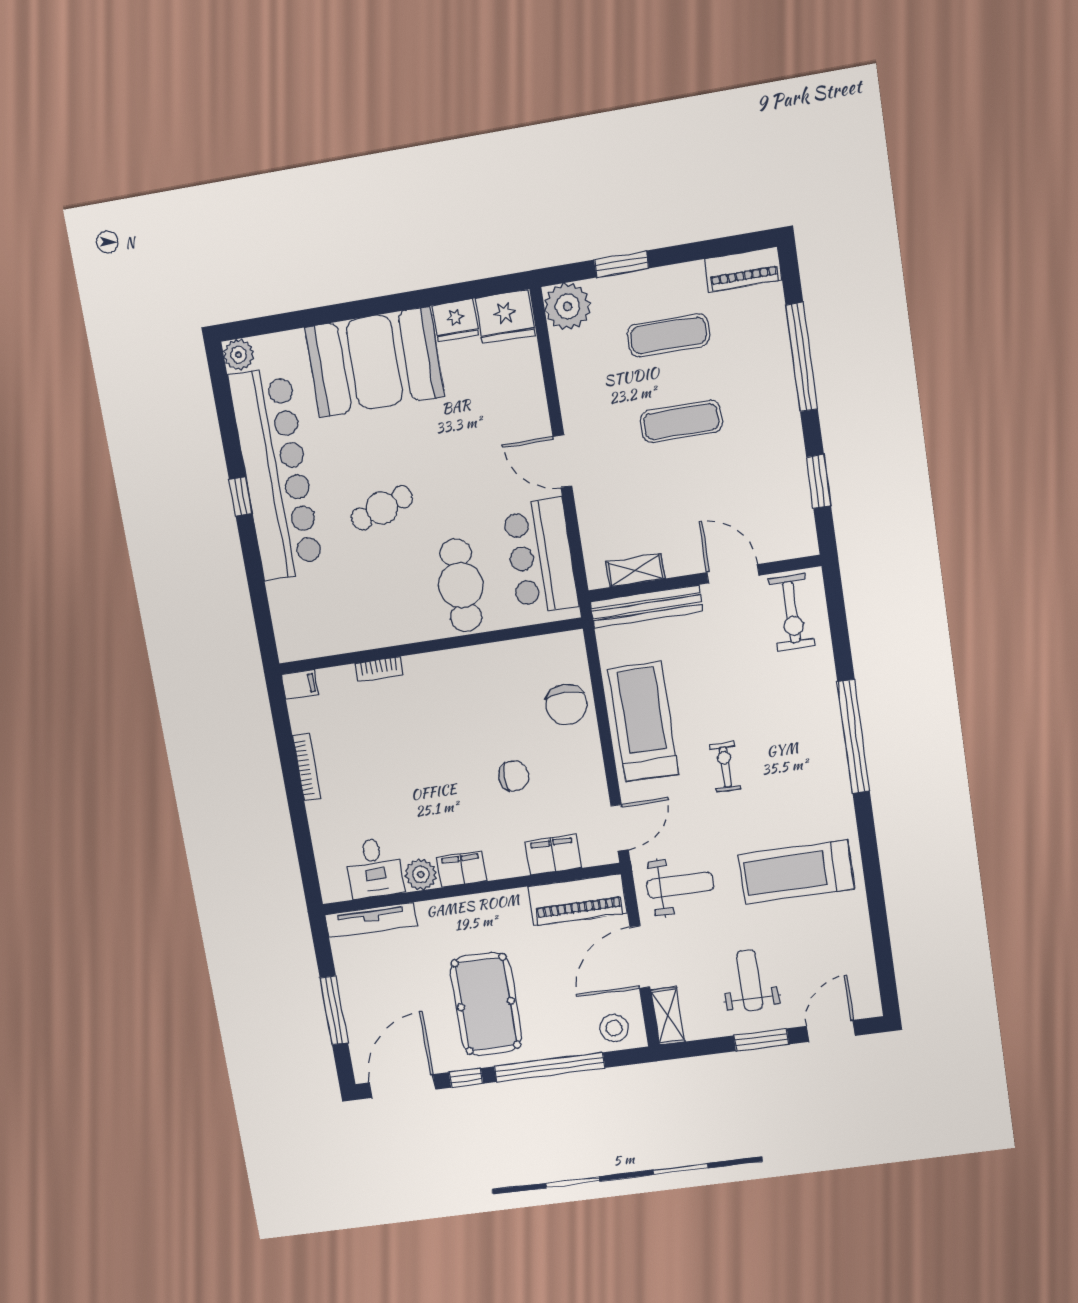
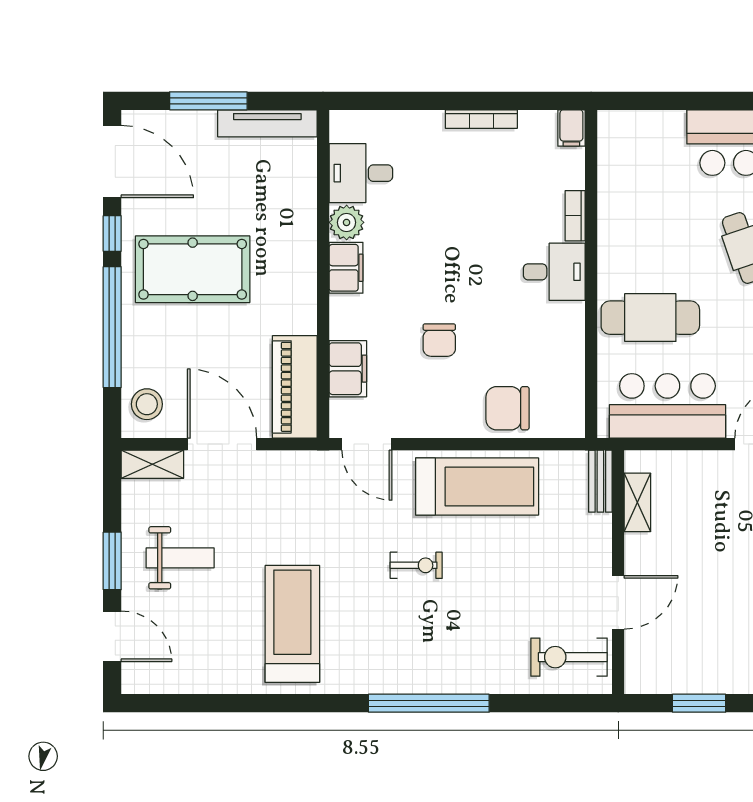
bench: (646, 607) -> (600, 481), width x0.54, depth x0.82
desk: (434, 680) -> (554, 272), added
weight bench: (680, 885) -> (295, 499), removed
tv unit: (371, 920) -> (267, 123), moved, turned -90

